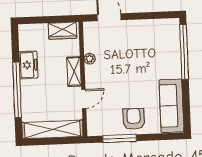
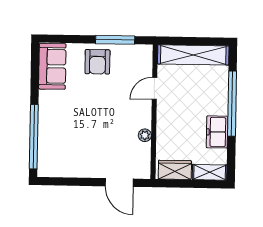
shelving: (74, 72) -> (210, 172), moved, turned 90
sofa: (171, 106) -> (52, 66), width x0.73

